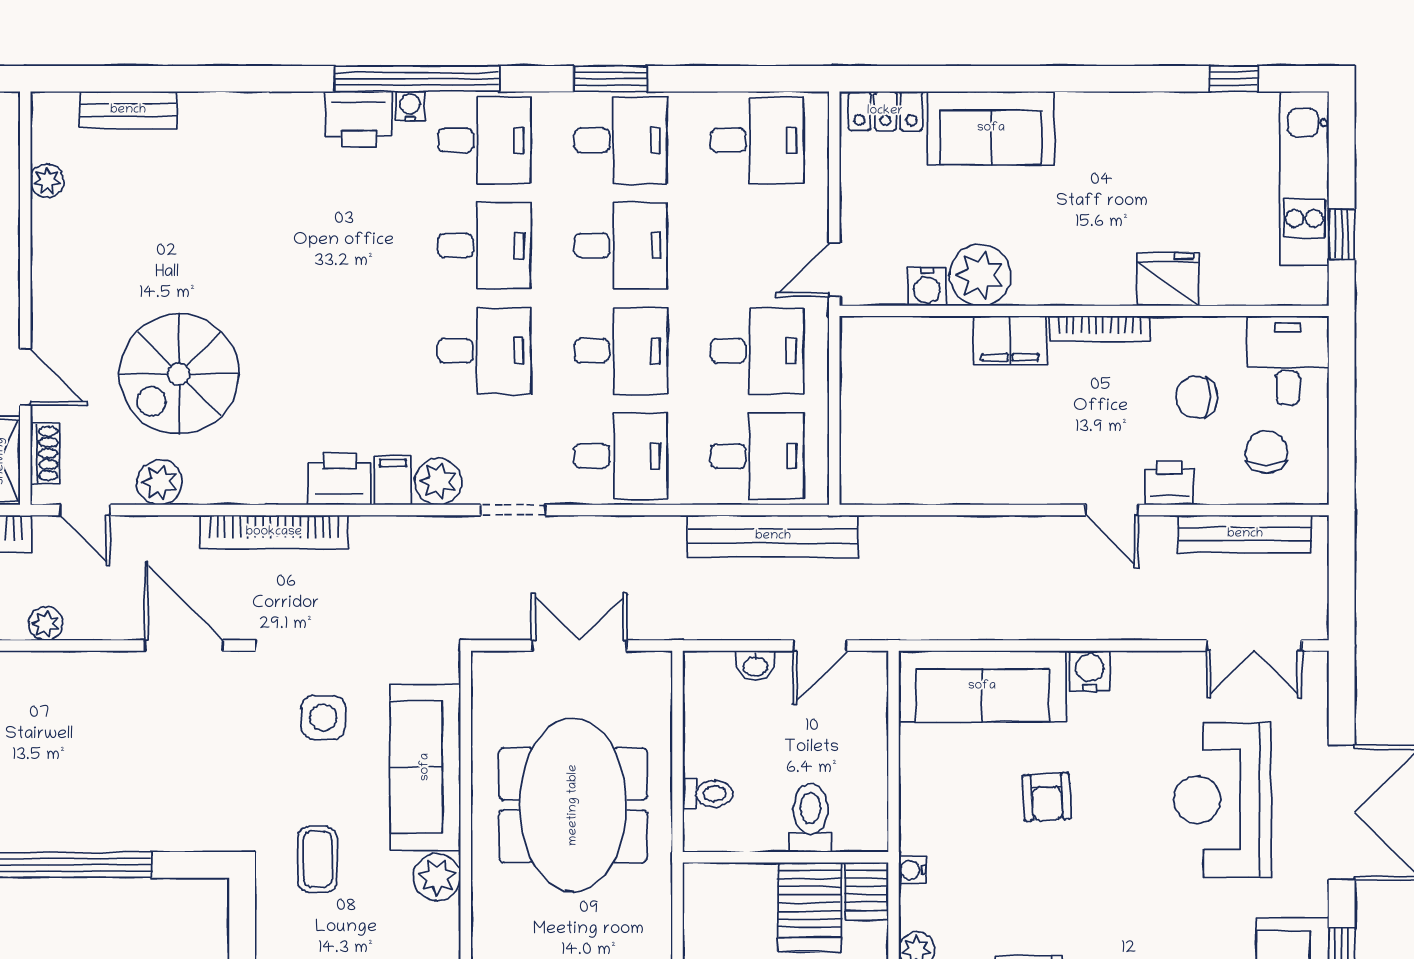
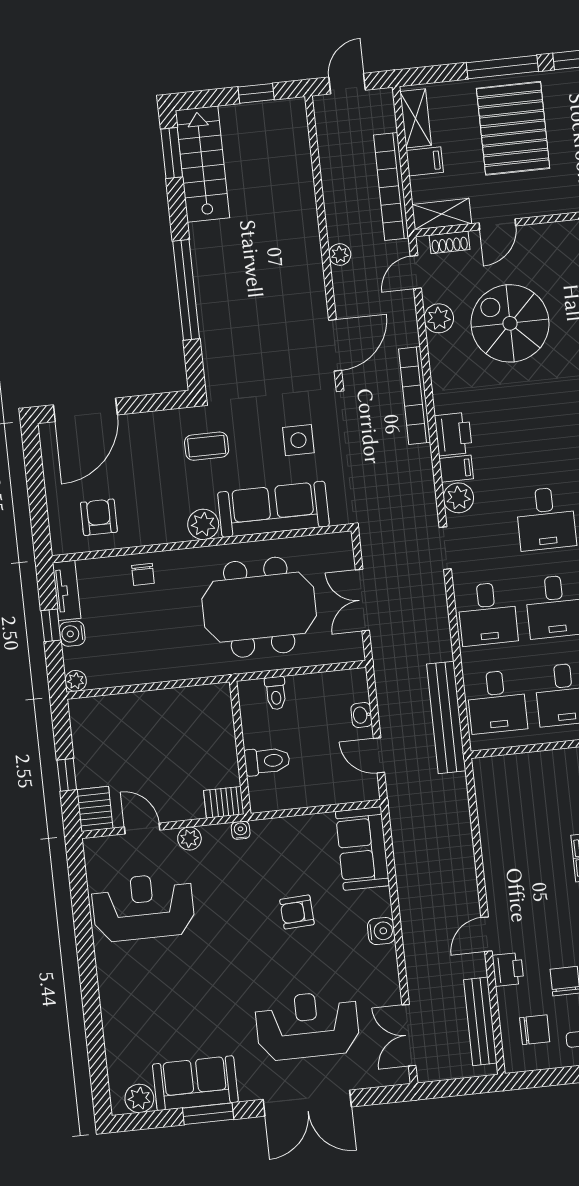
double door: (579, 645) -> (362, 600), swing flipped
sofa: (982, 686) -> (362, 848), width x0.73
server rack: (810, 907) -> (210, 767), removed

